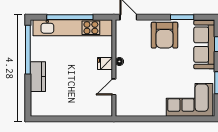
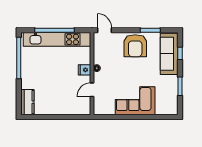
kitchen counter: (38, 77) -> (27, 102), moved
corner sofa: (190, 100) -> (135, 101), moved

